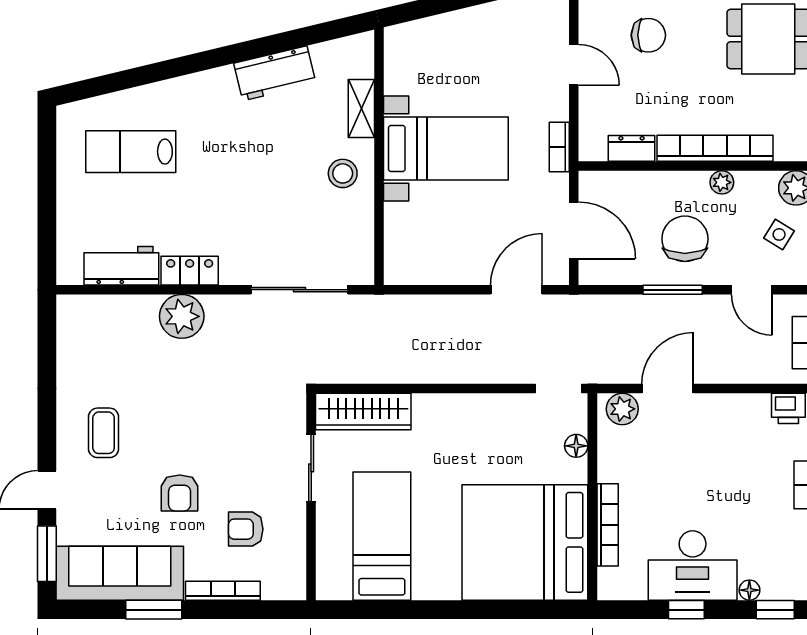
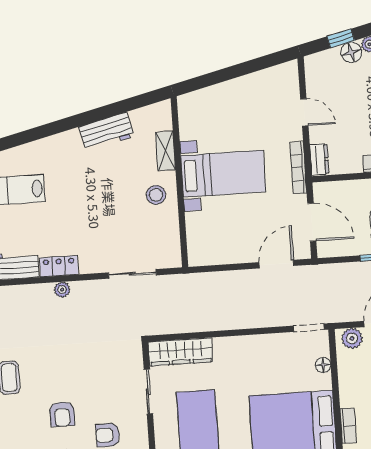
chair: (648, 35) -> (352, 89), removed
bookcase: (559, 147) -> (298, 168), width x1.56
dresser: (632, 148) -> (319, 159), moved, turned 90
sliding door: (299, 290) -> (133, 274), width x0.73
plant: (182, 316) -> (62, 290), width x0.53, depth x0.53
bookcase: (608, 525) -> (348, 426), width x0.64

